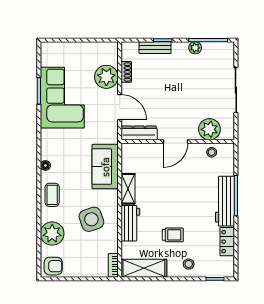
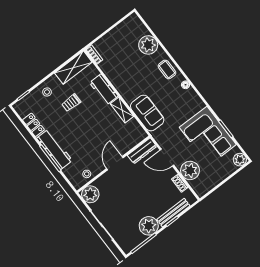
bench: (155, 48) -> (173, 213), width x1.36
plant: (195, 48) -> (149, 226), width x1.88, depth x1.88
plant: (48, 50) -> (240, 160), added
plant: (209, 129) -> (90, 194), moved
side table: (91, 219) -> (130, 73), removed
armchair: (53, 266) -> (132, 25), removed

